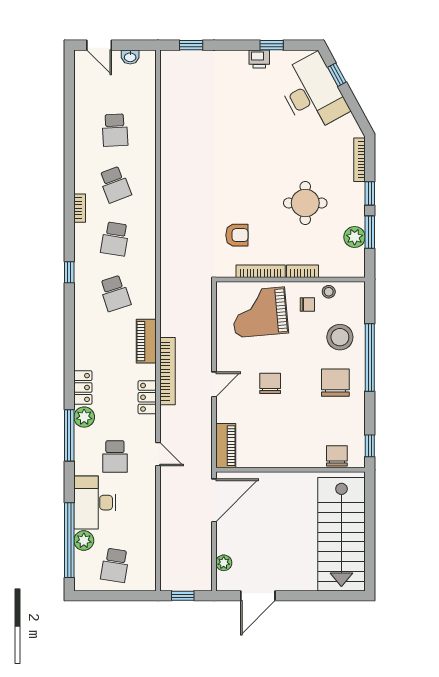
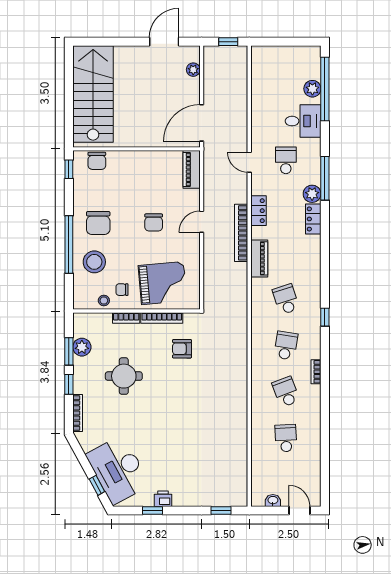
desk: (95, 503) -> (303, 121), width x0.73
school desk: (115, 565) -> (286, 68), removed

